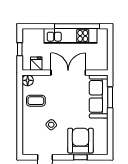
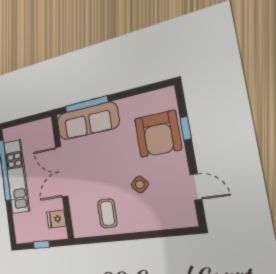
floor lamp: (28, 80) -> (80, 229), removed
window: (110, 97) -> (86, 104), width x1.44
armchair: (81, 141) -> (158, 134), turned -90

